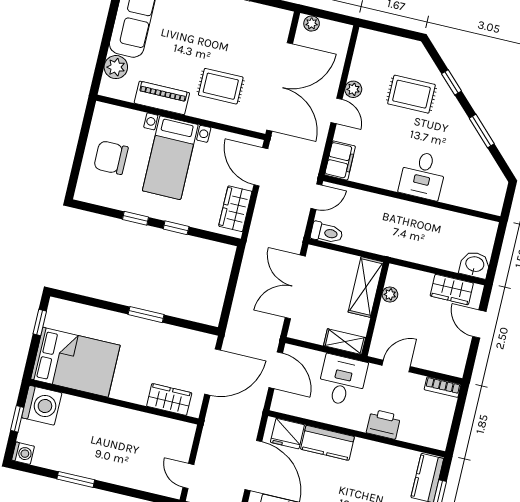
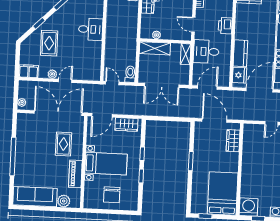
filing cabinet: (340, 161) -> (29, 71), moved

